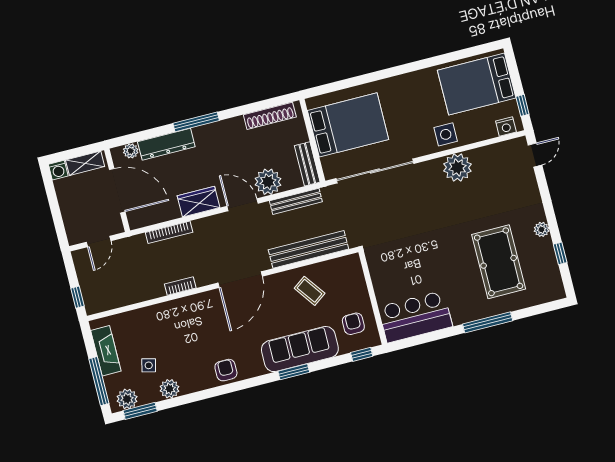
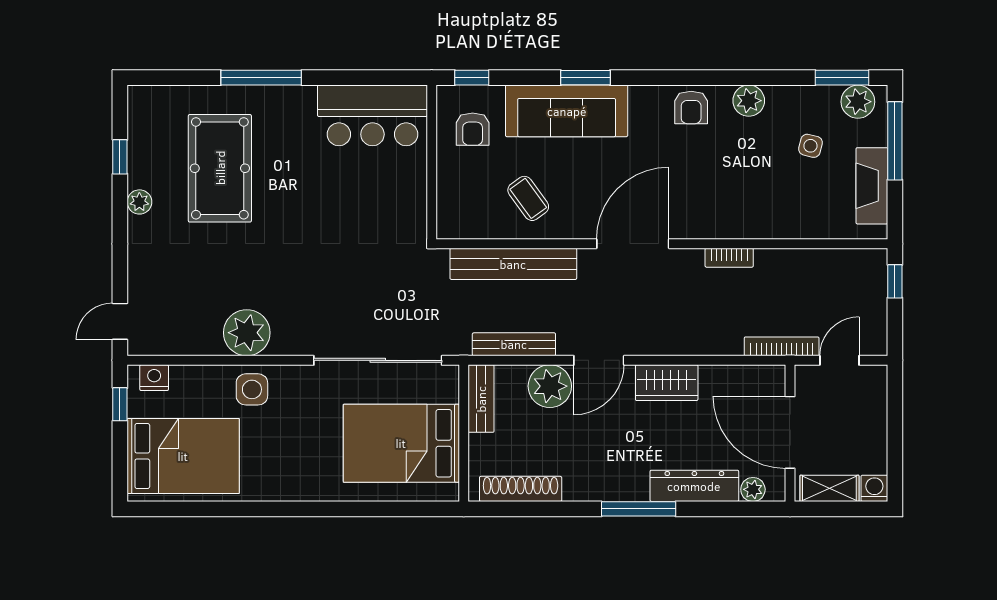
door: (243, 205) -> (599, 360), hinge flipped
bookcase: (169, 232) -> (782, 346), moved
plant: (170, 389) -> (749, 101), moved

